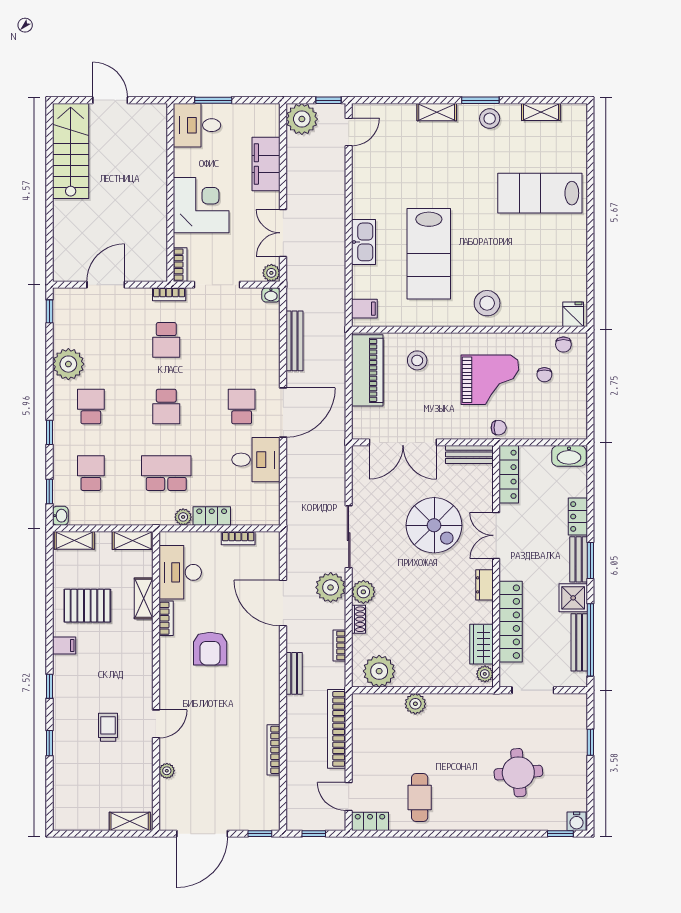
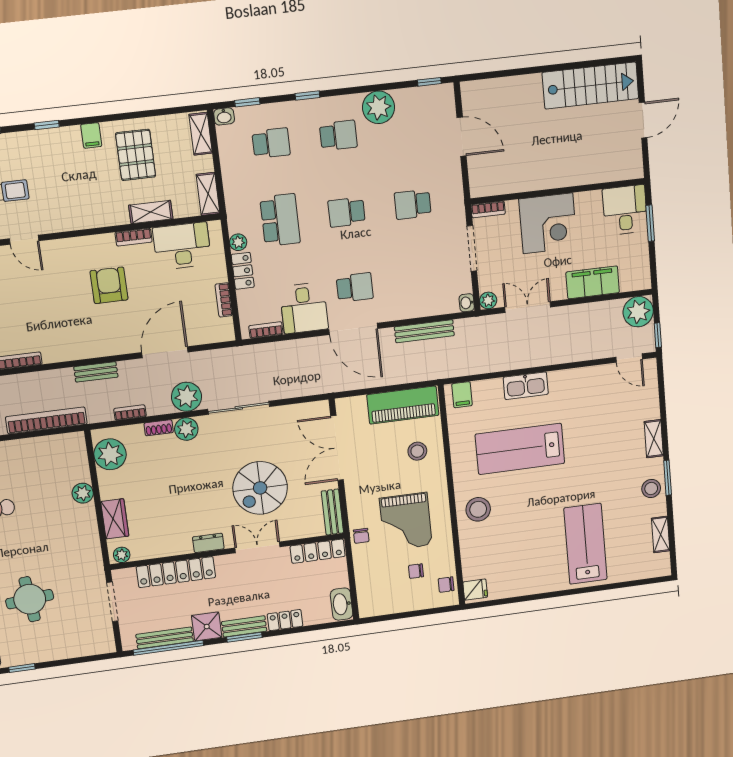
bookcase: (169, 294) -> (266, 330), moved, turned 90
wardrobe: (481, 644) -> (115, 519), moved, turned 90
armchair: (210, 649) -> (109, 285), turned 90
window: (590, 742) -> (22, 668), moved

